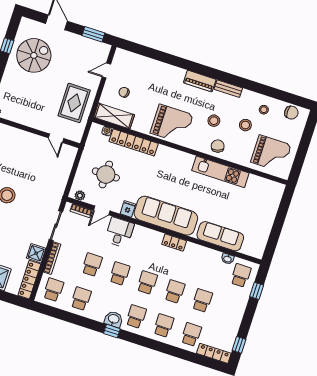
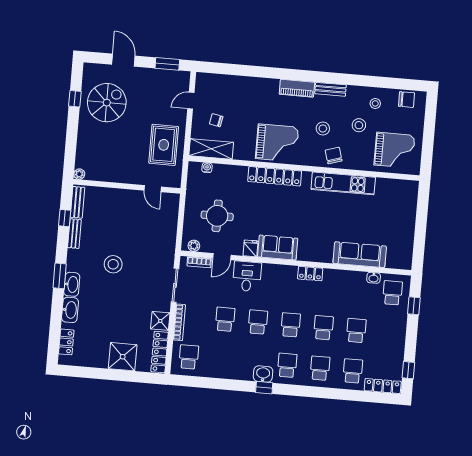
locker: (134, 142) -> (275, 176), moved
sofa: (166, 216) -> (278, 248), width x0.54, depth x0.79
school desk: (81, 299) -> (222, 360), removed

